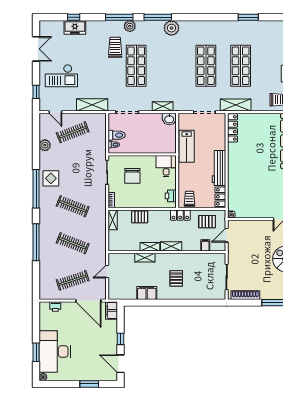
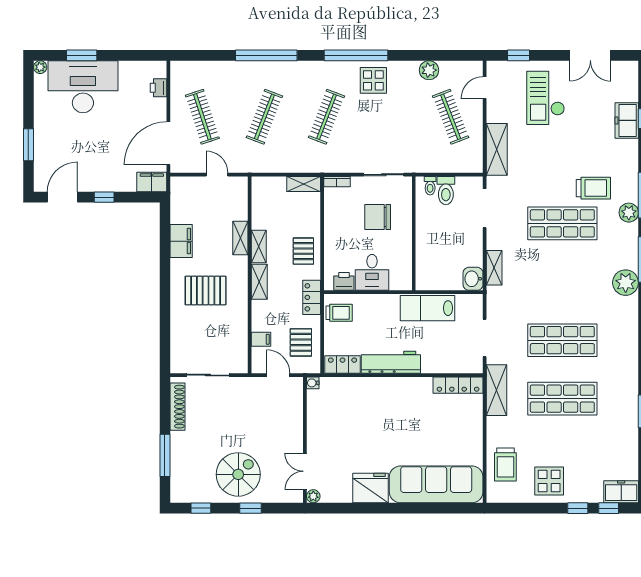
desk: (166, 166) -> (372, 272), moved, turned 90
pallet: (140, 217) -> (303, 251), moved
pallet: (176, 278) -> (206, 291), width x1.50, depth x1.42

